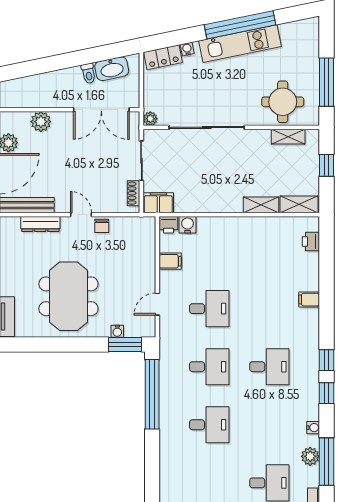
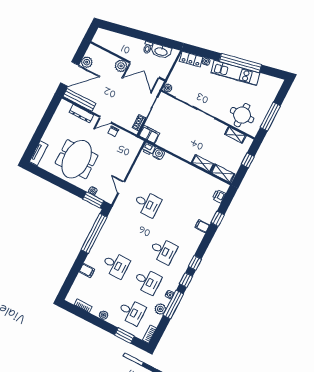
plant: (41, 122) -> (121, 66), moved
door: (81, 215) -> (105, 120), swing flipped
filing cabinet: (170, 261) -> (87, 271), moved
window: (326, 276) -> (218, 219), added
door: (157, 304) -> (121, 187), hinge flipped
desk: (209, 367) -> (147, 281), moved
window: (326, 462) -> (173, 305), moved

